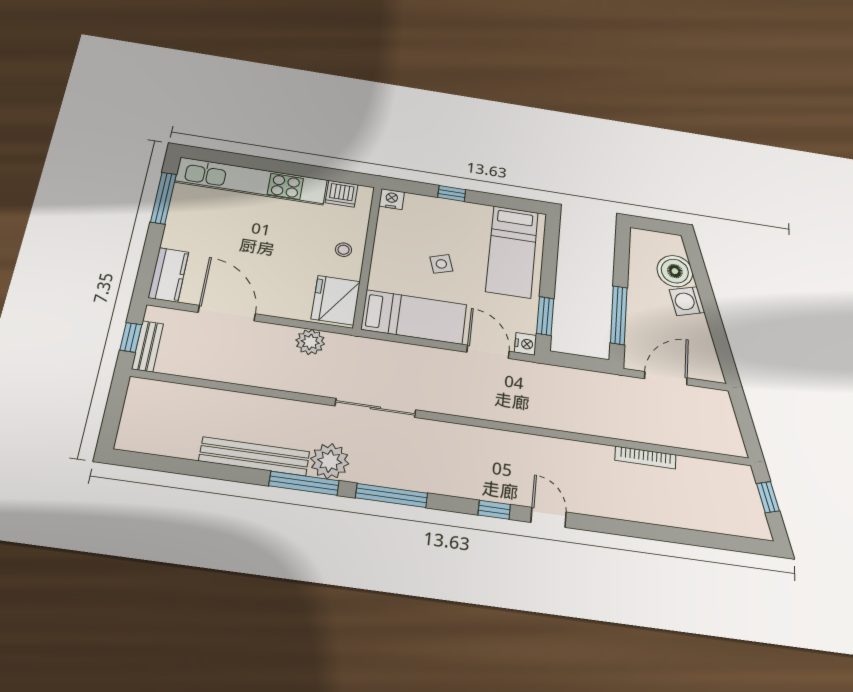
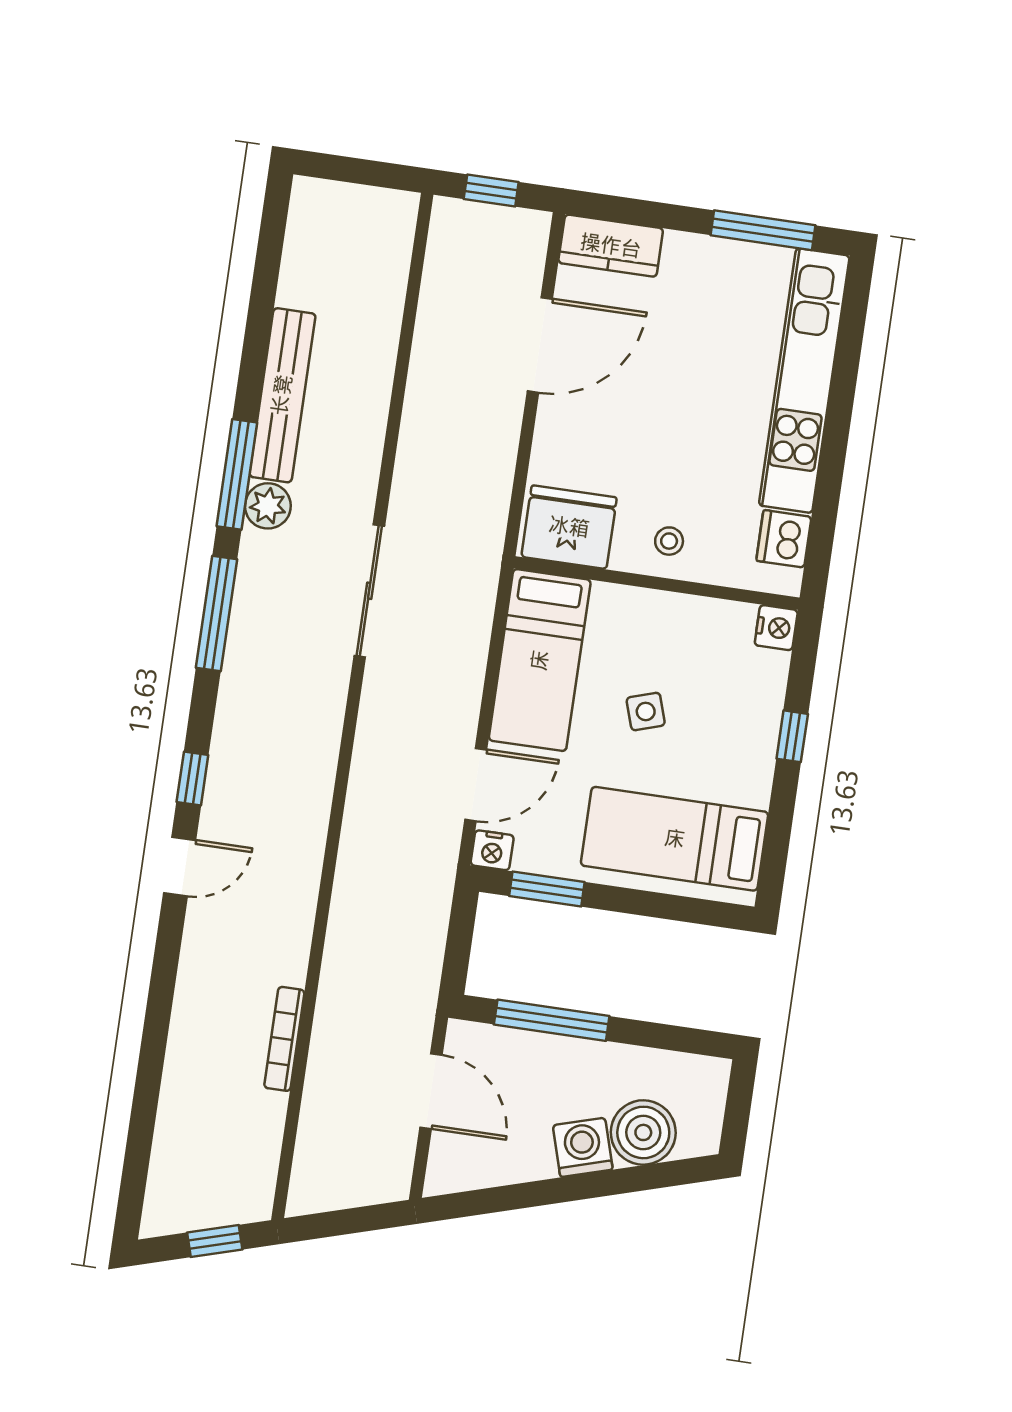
plant: (310, 342) -> (489, 484), removed
bench: (148, 346) -> (475, 218), removed
plant: (330, 461) -> (268, 506), width x0.73, depth x0.73

